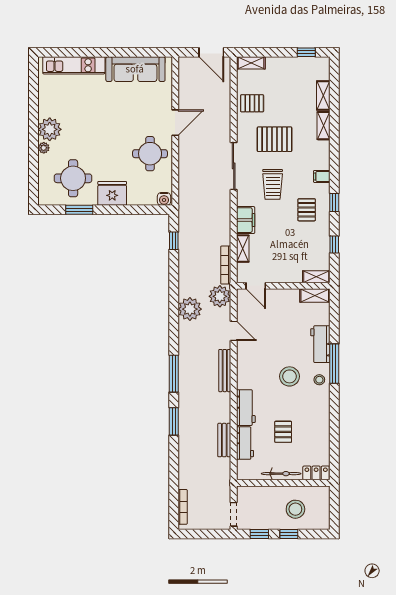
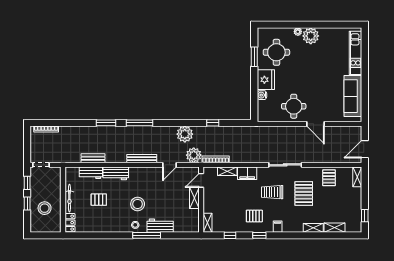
water cooler: (164, 199) -> (262, 95), moved
window: (174, 241) -> (213, 123), moved
shelving: (315, 295) -> (194, 198), moved

